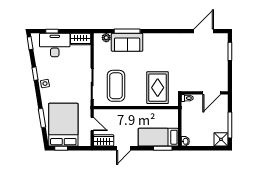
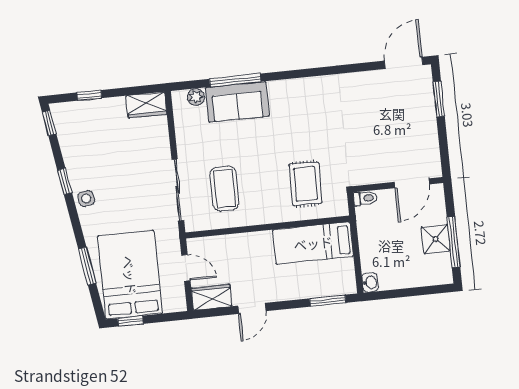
door: (204, 31) -> (404, 63), moved
desk: (55, 45) -> (97, 122), removed
coffee table: (116, 86) -> (224, 189), width x0.73, depth x0.76
rug: (158, 88) -> (305, 184), width x0.73, depth x0.70
bed: (158, 137) -> (313, 243), moved
shower: (221, 139) -> (436, 239), moved

